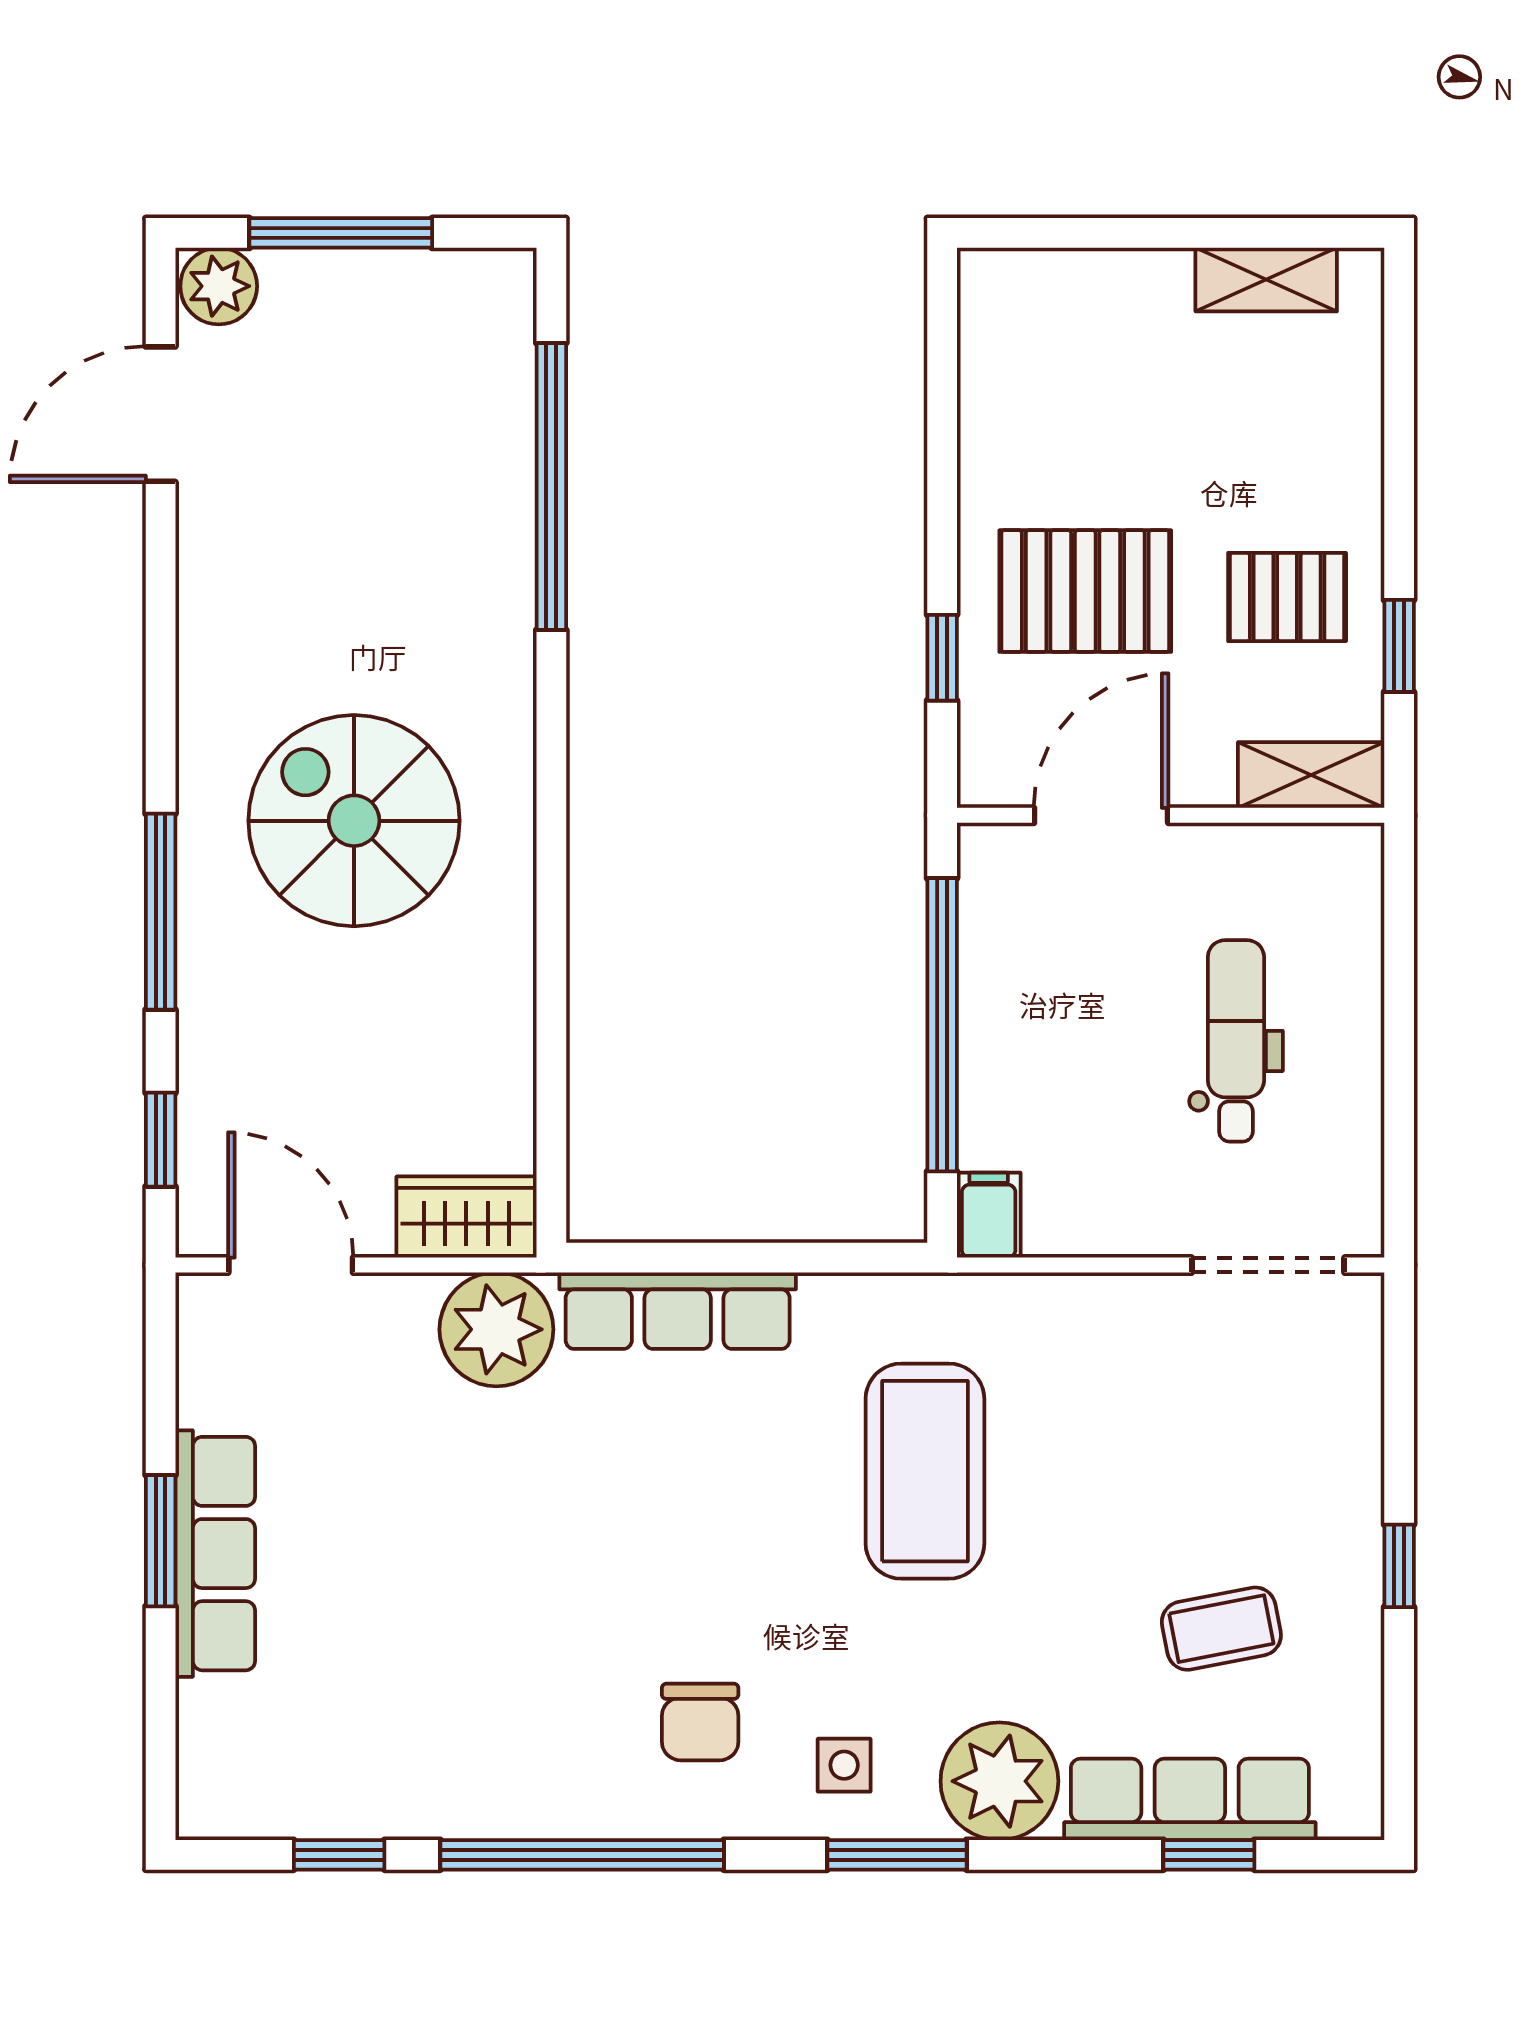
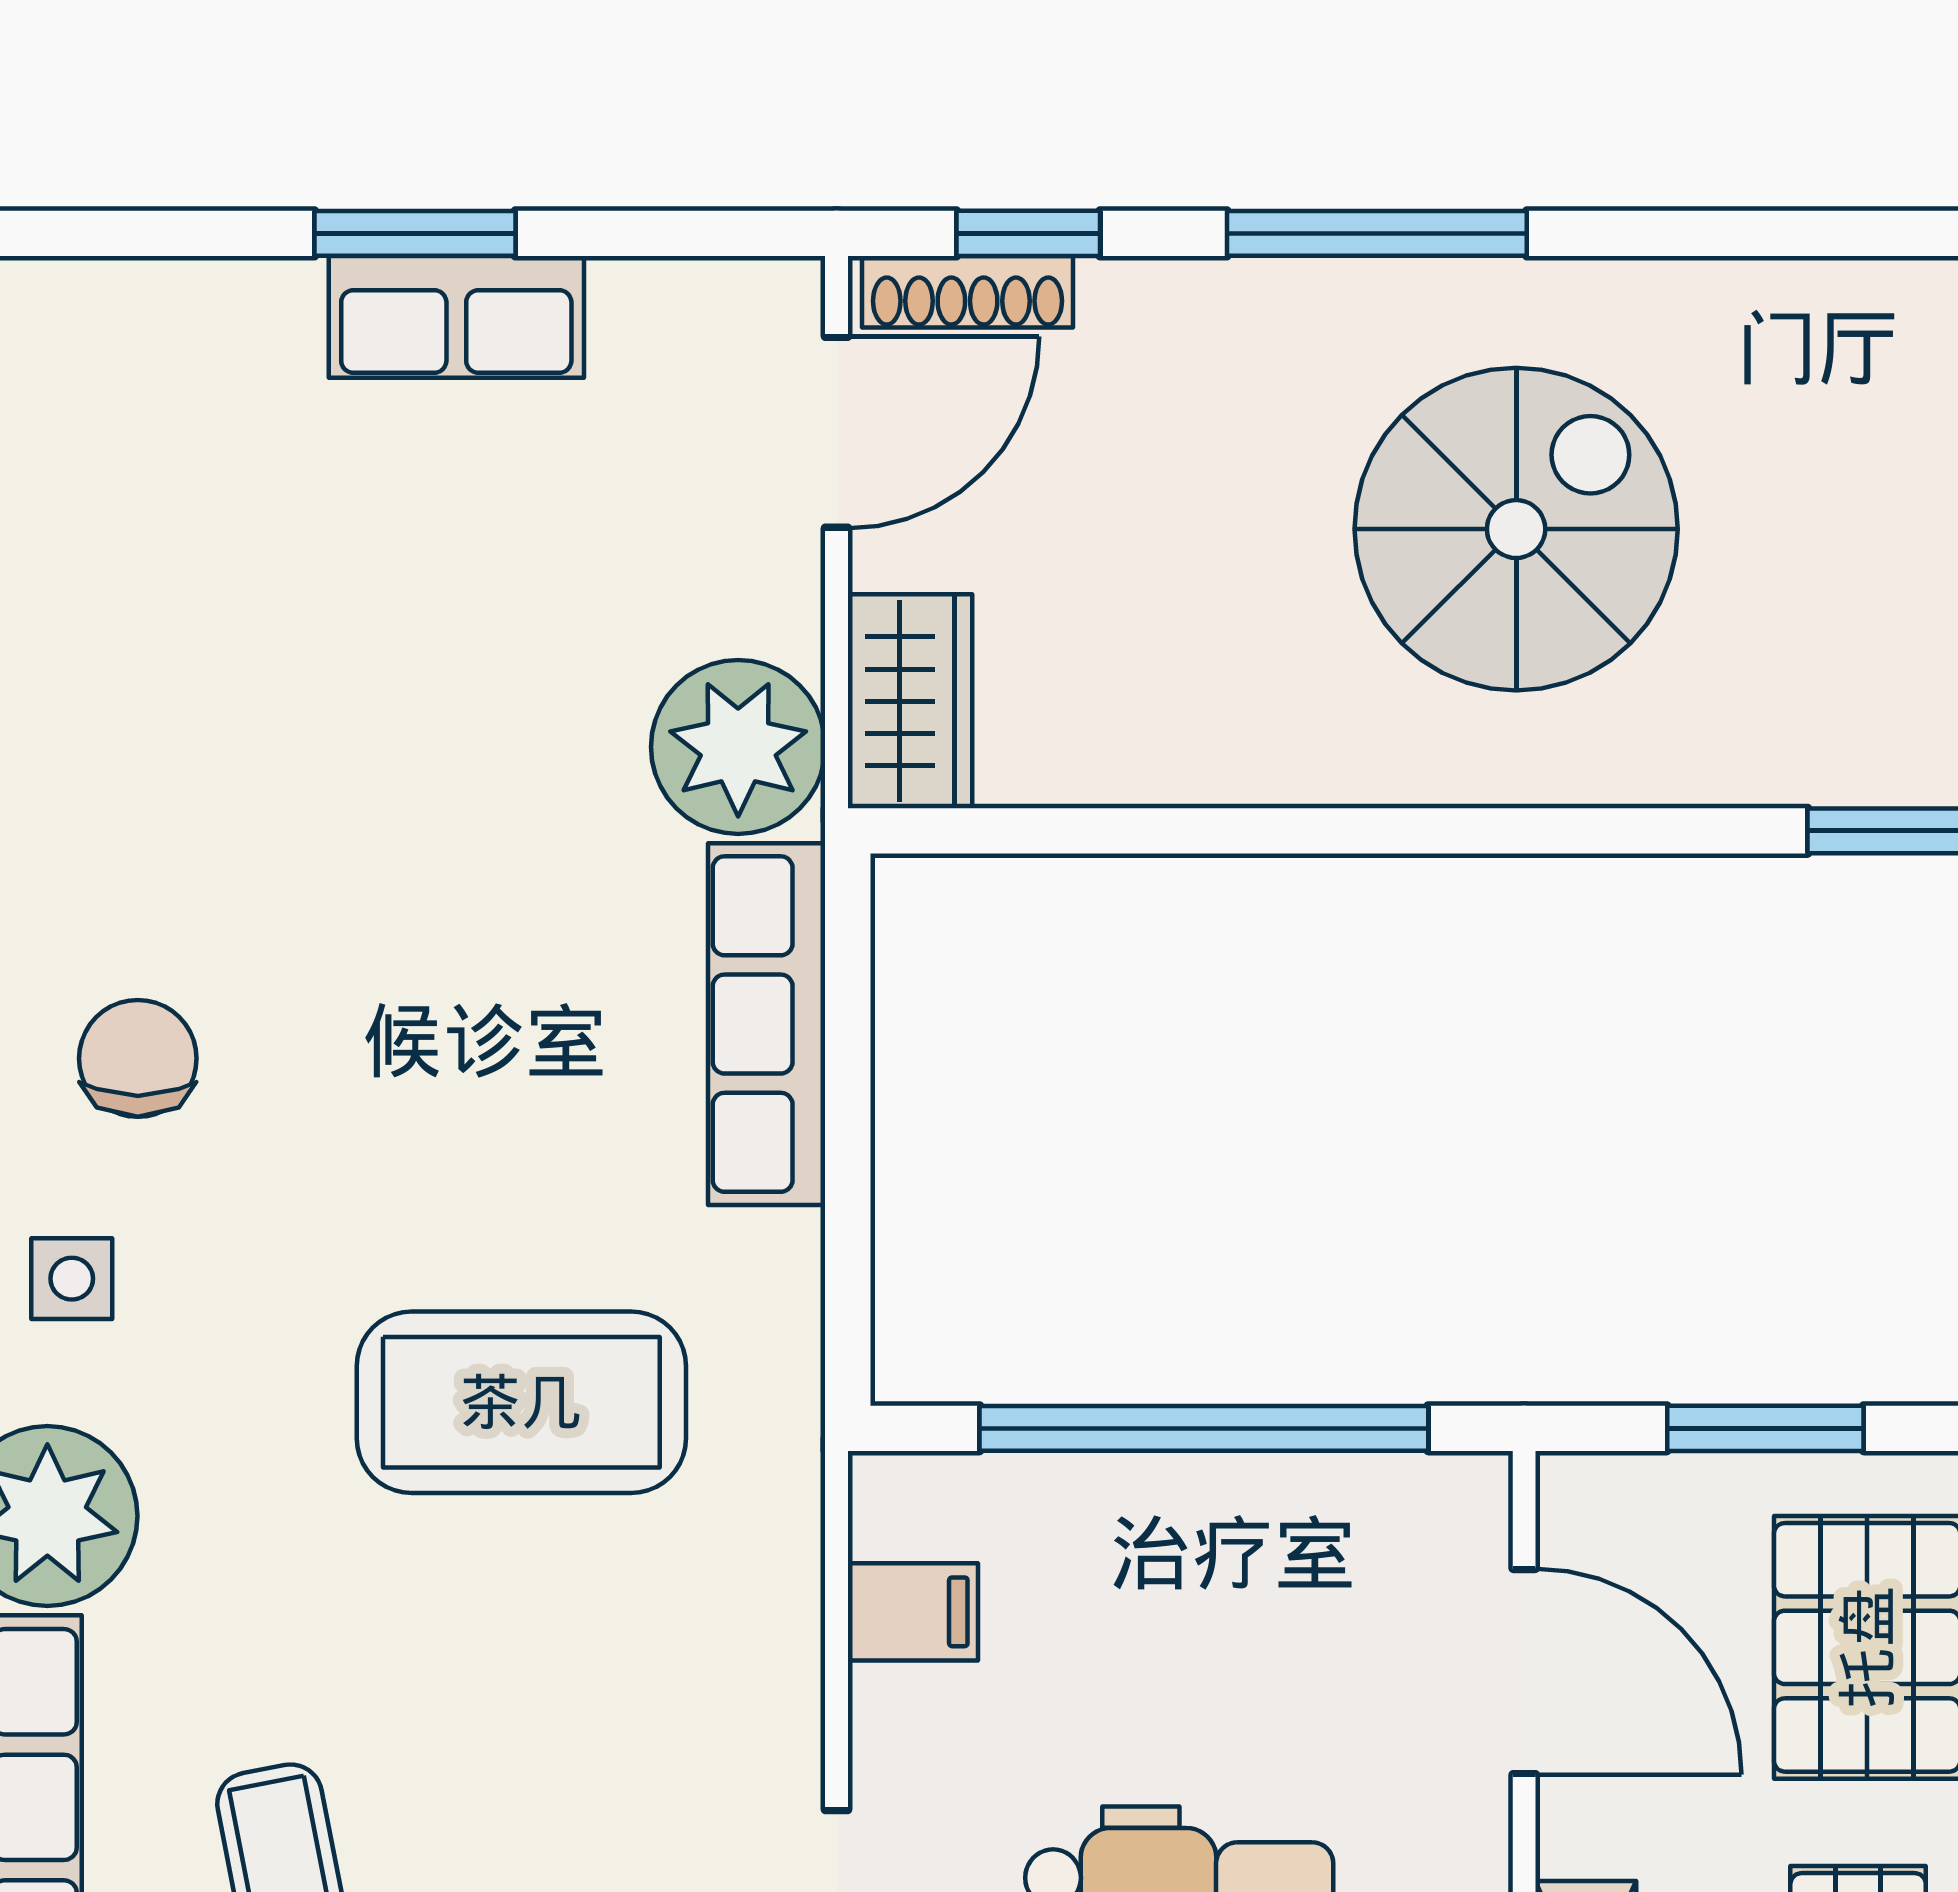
window: (942, 658) -> (1765, 1428), width x1.50
shoe rack: (199, 1179) -> (968, 292), added
filing cabinet: (989, 1215) -> (913, 1612), moved
row of seats: (215, 1554) -> (456, 317), width x0.68
chair: (700, 1722) -> (138, 1058), turned 90

